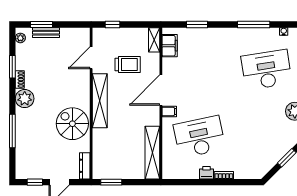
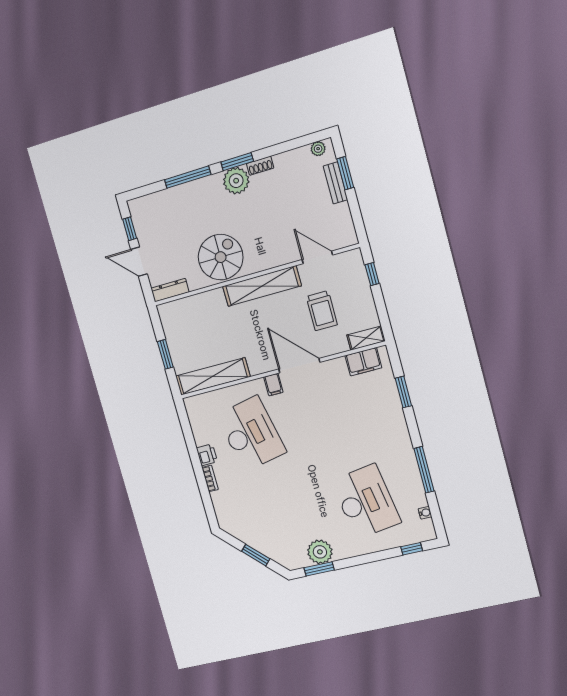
window: (12, 67) -> (237, 162), moved
window: (111, 182) -> (165, 354), moved

